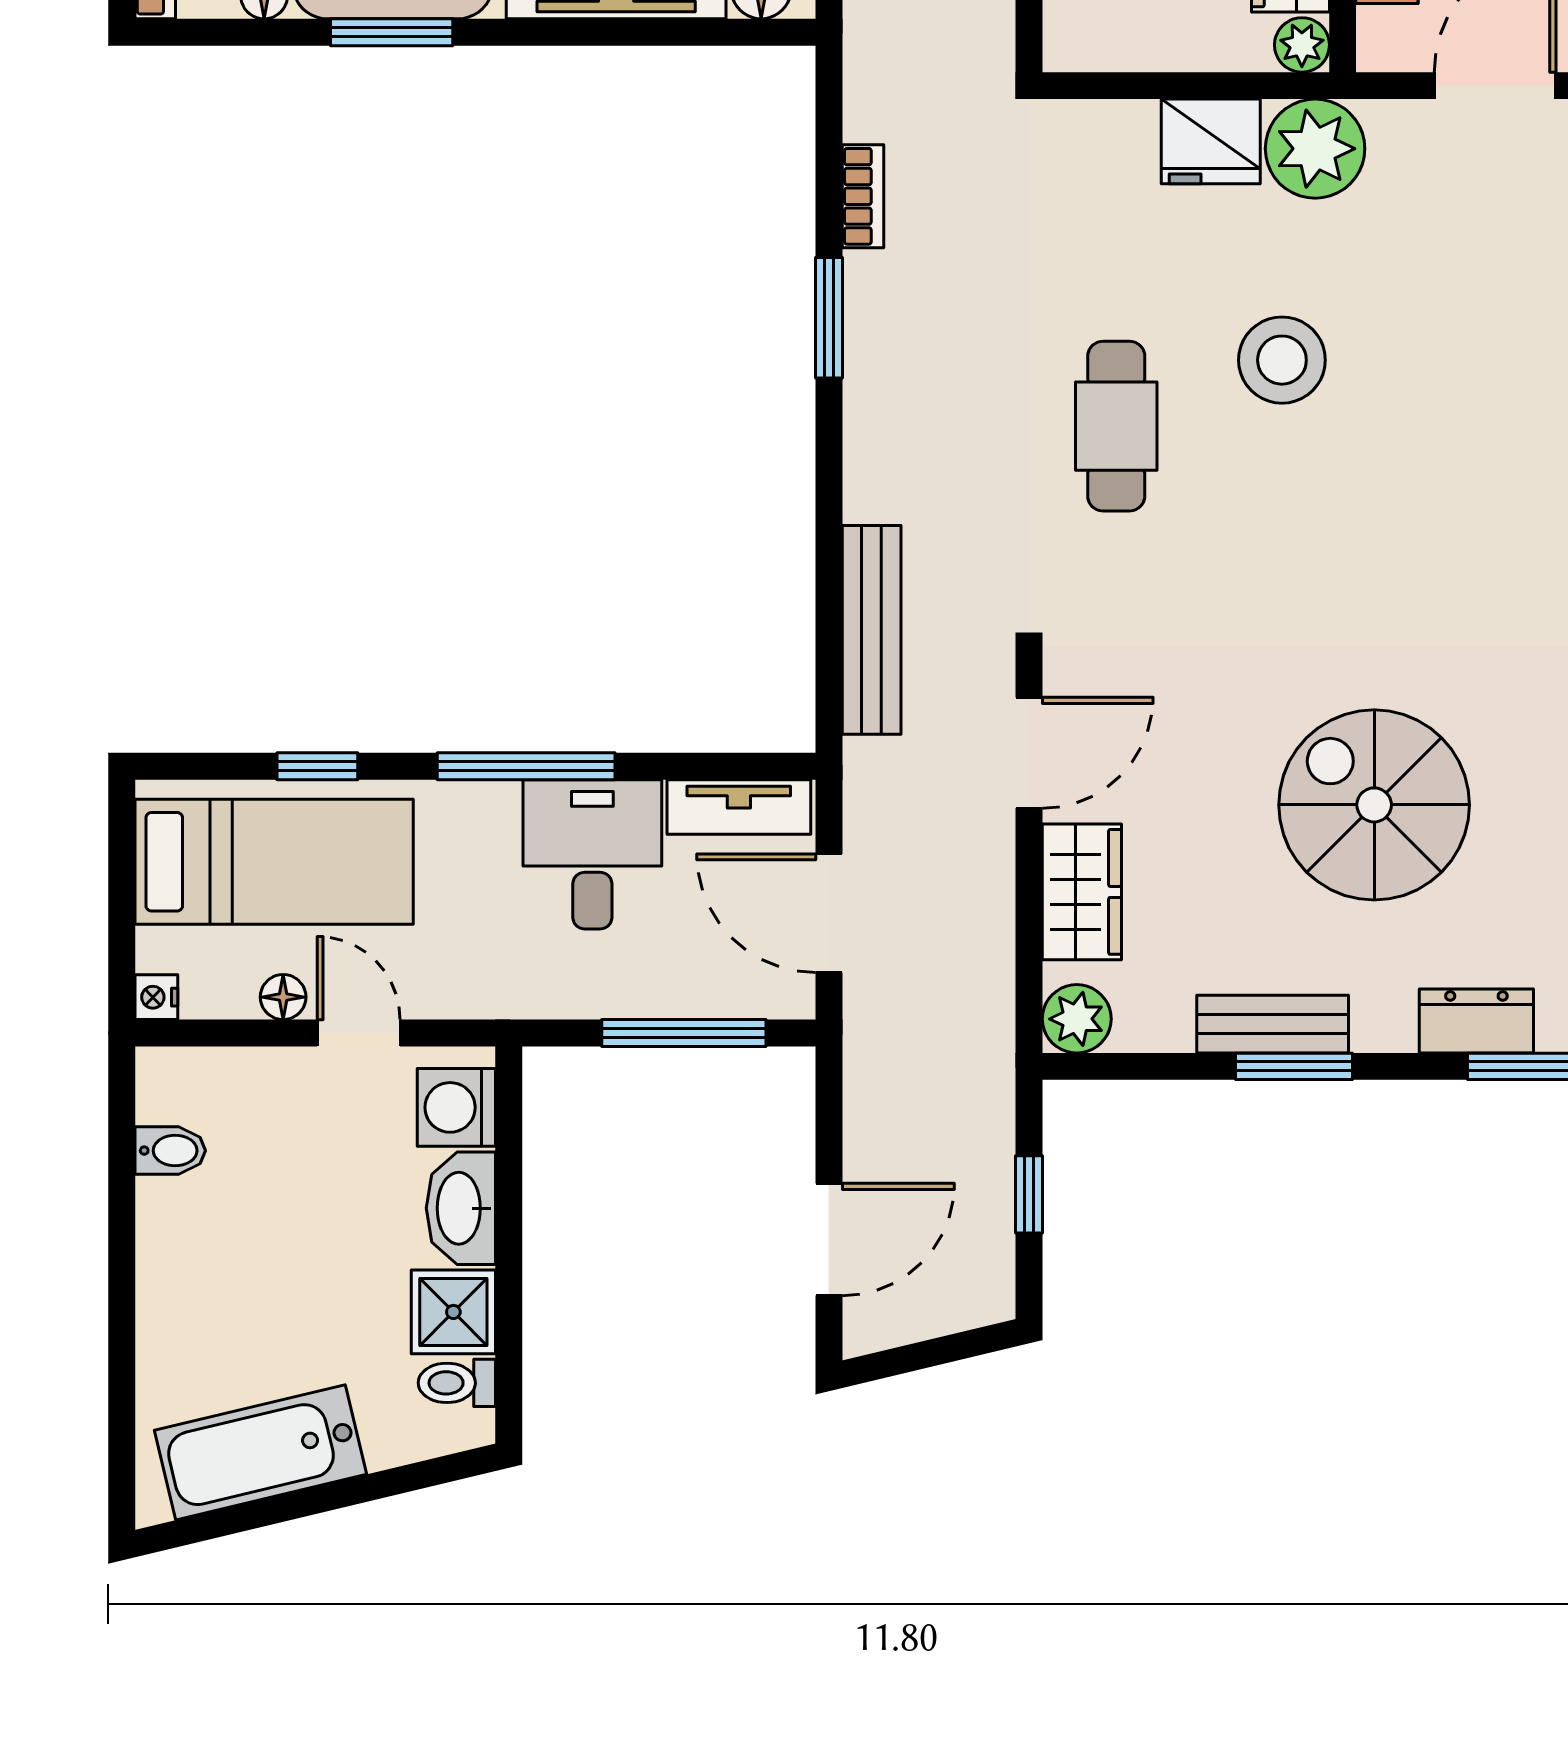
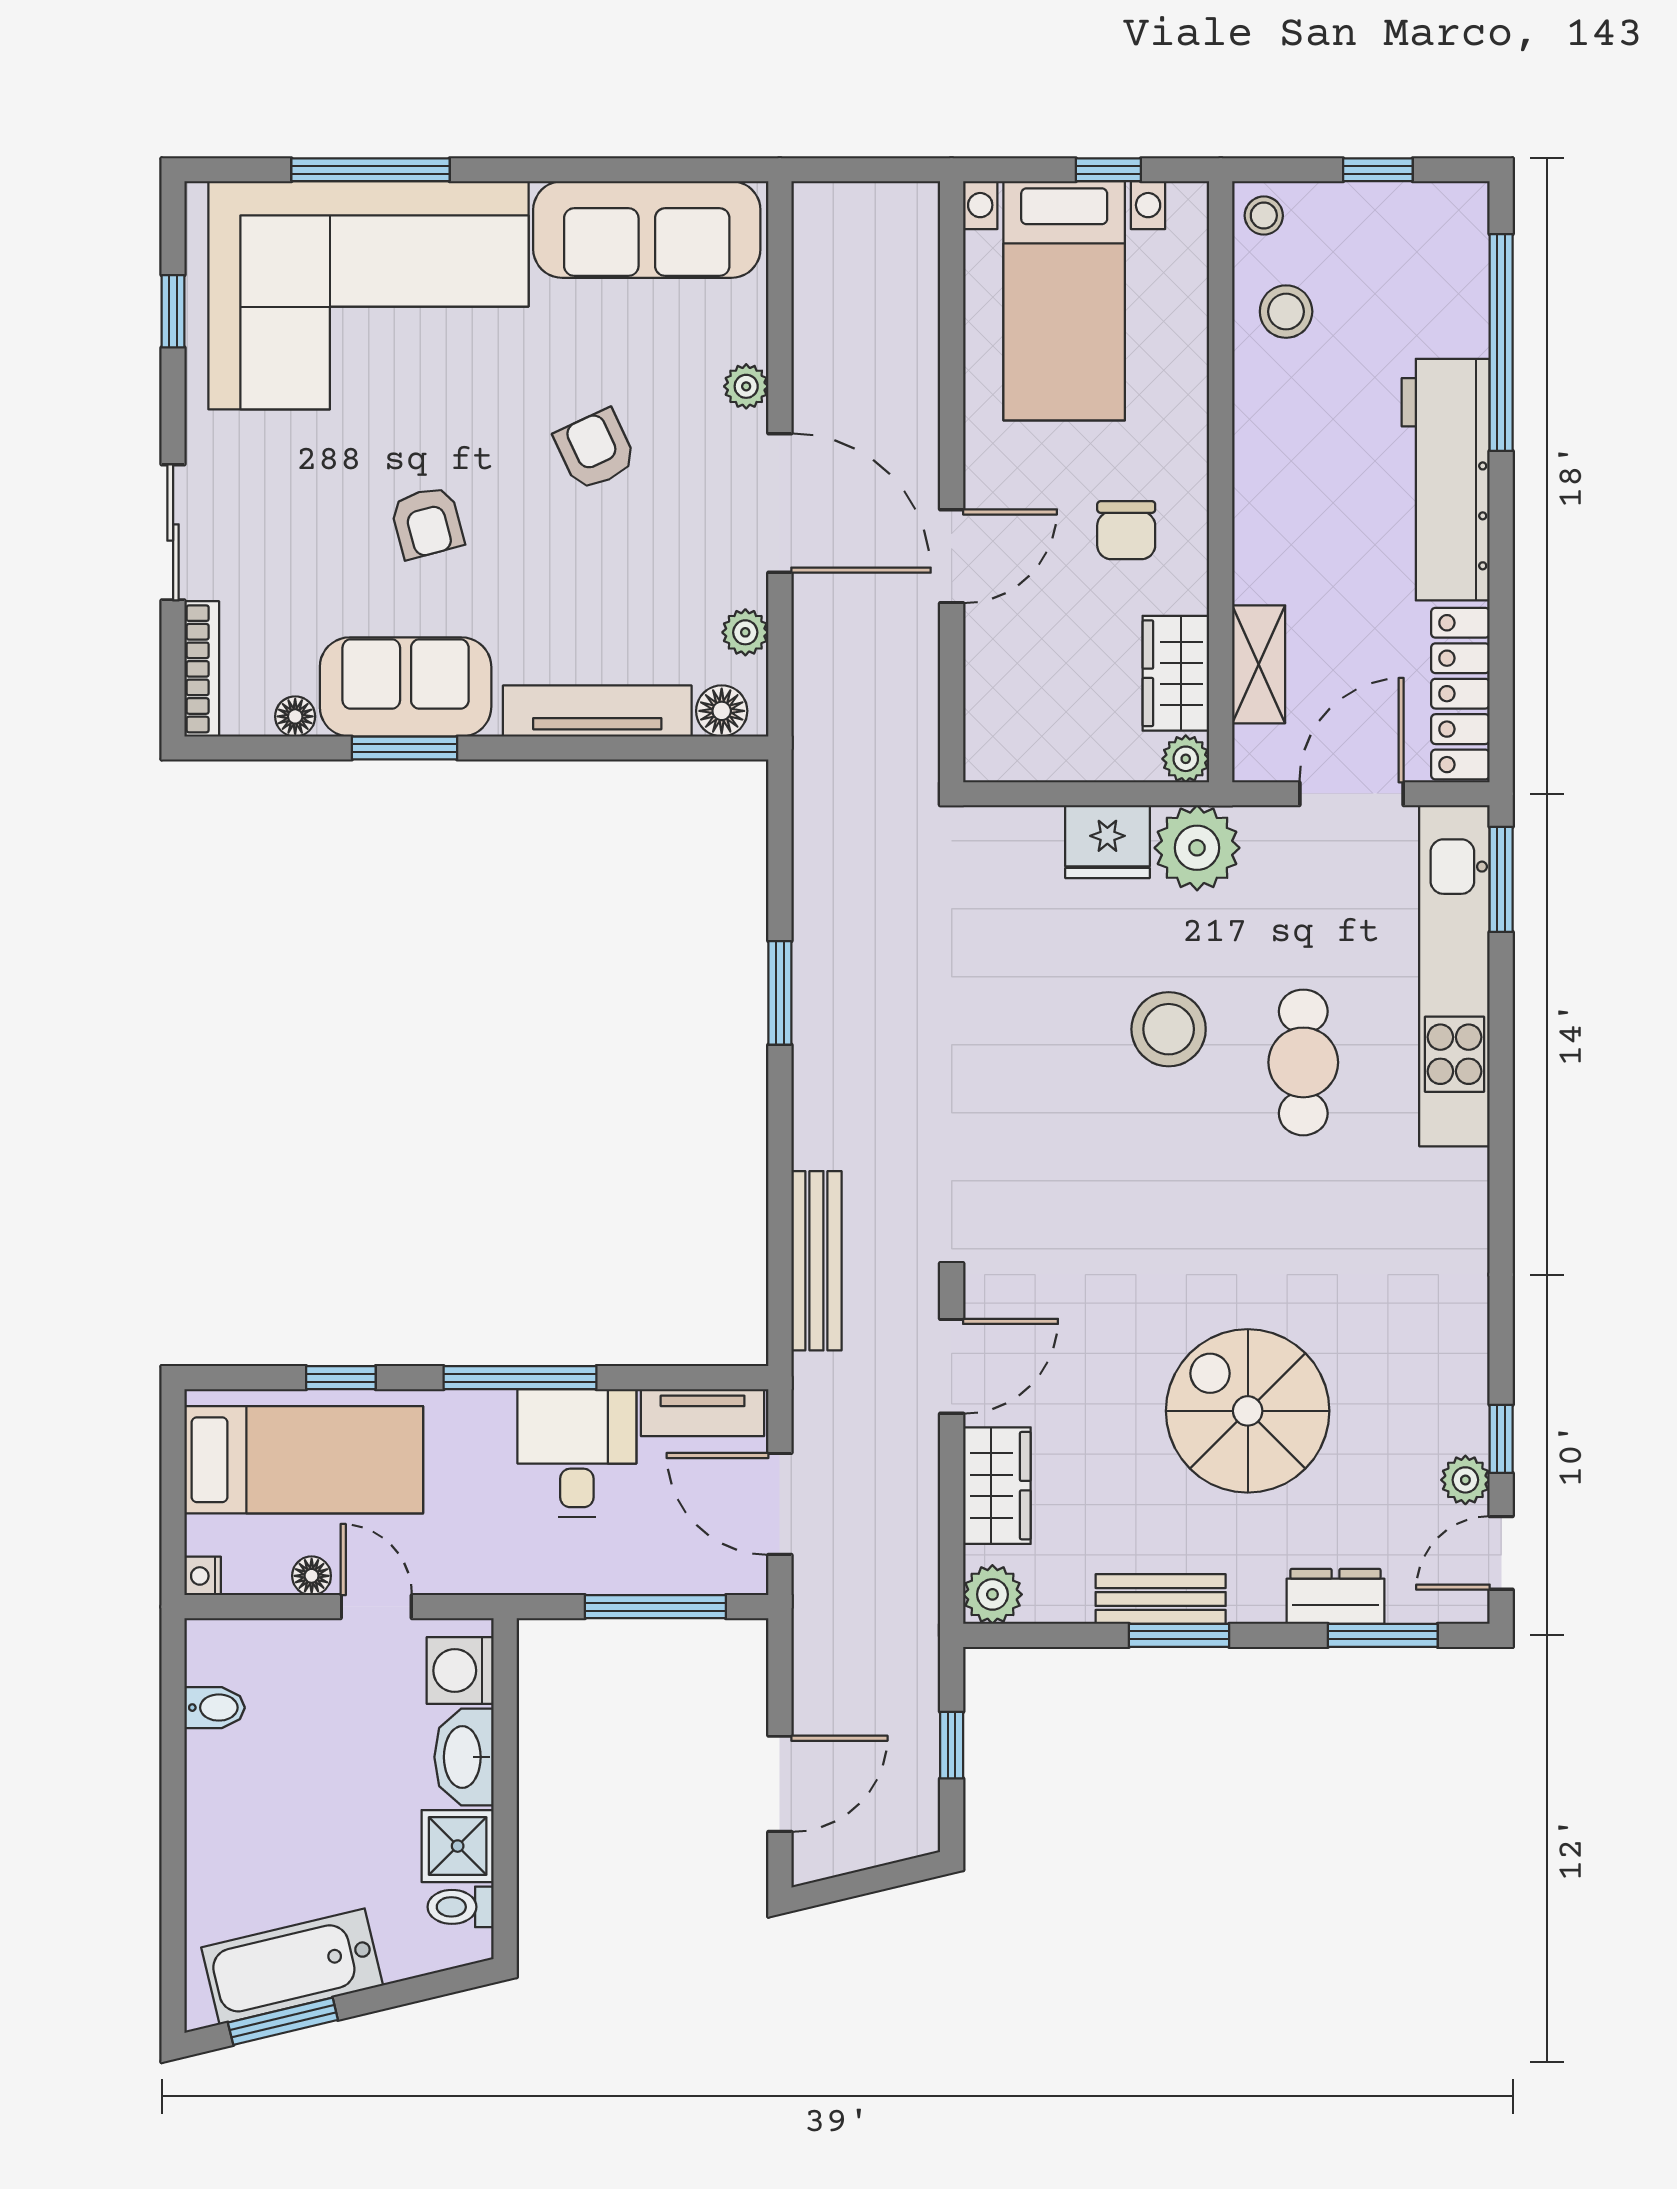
bookcase: (863, 196) -> (809, 889), removed
cafe table: (1116, 426) -> (1303, 1062), moved
window: (250, 1516) -> (283, 2021), added

